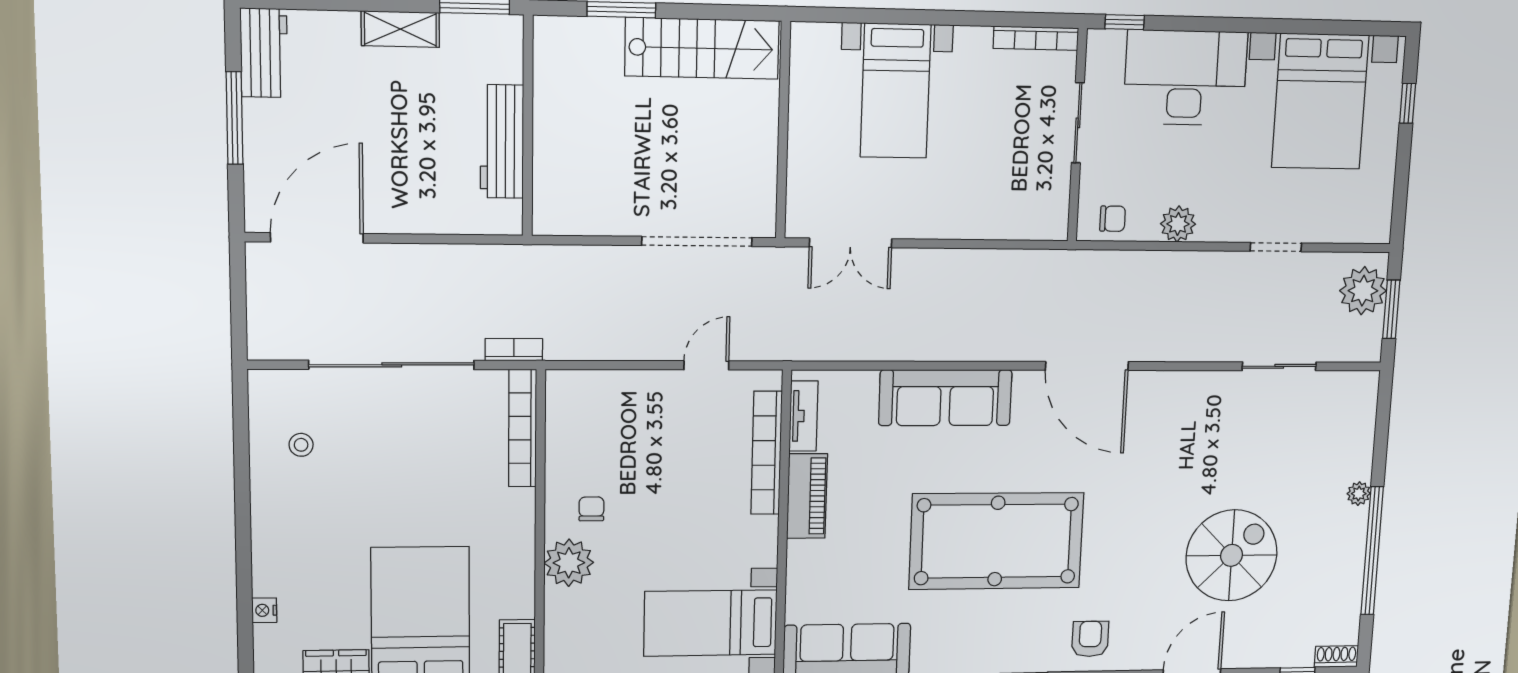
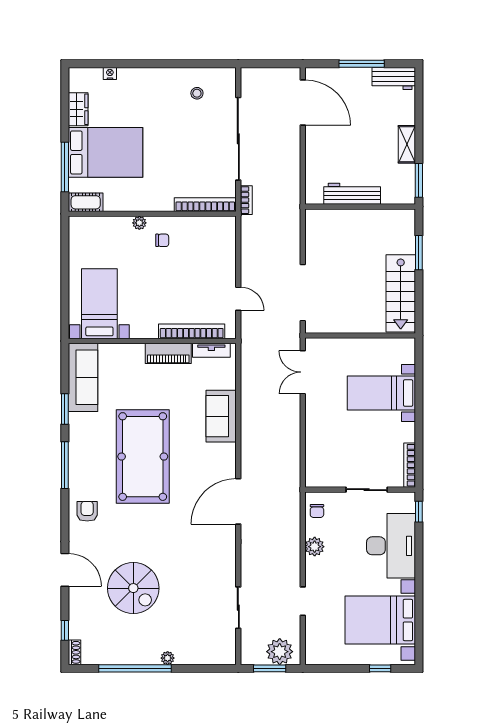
sofa: (945, 398) -> (221, 416), width x0.73
plant: (569, 563) -> (139, 223), width x0.53, depth x0.53
armchair: (1090, 639) -> (87, 511), turned -90

